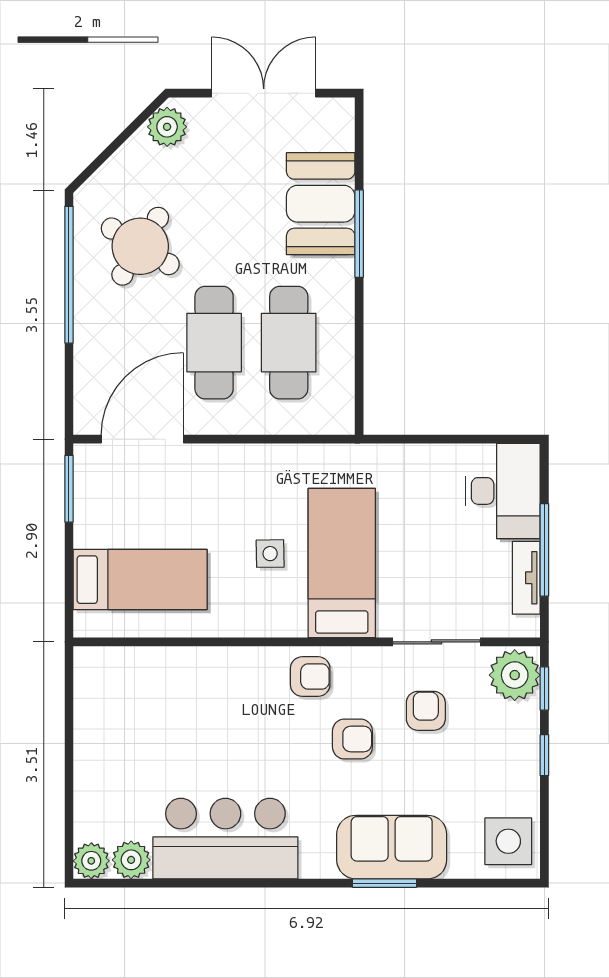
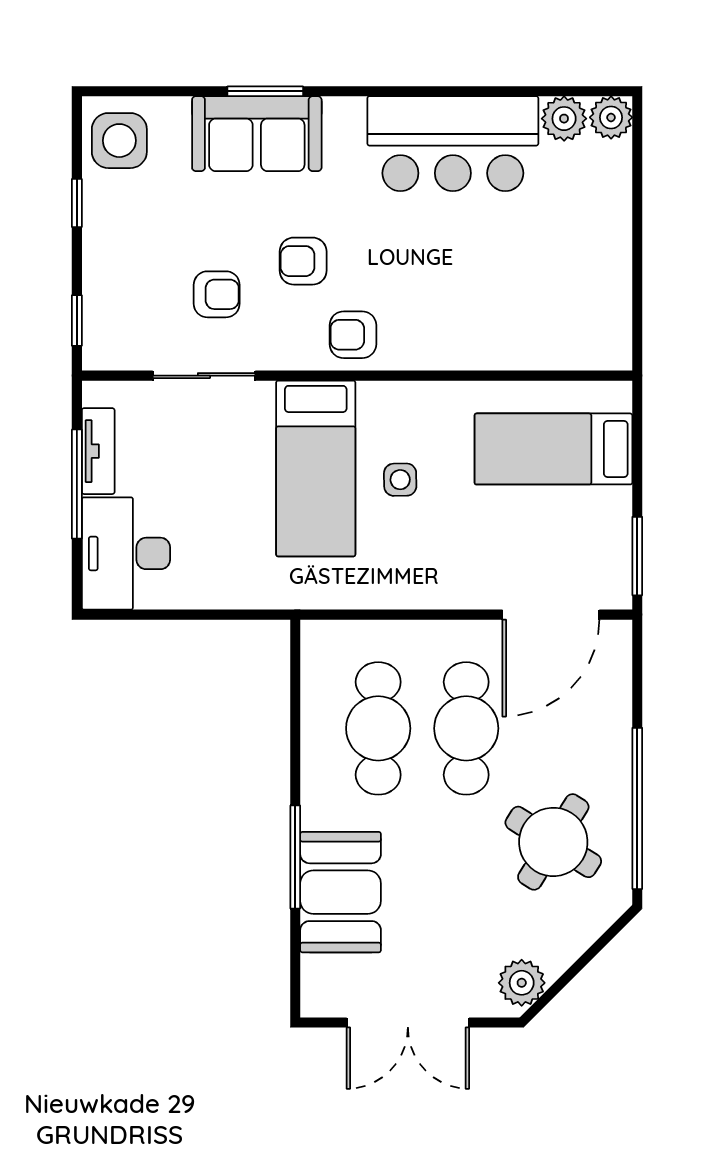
plant: (515, 675) -> (112, 336), removed
armchair: (426, 711) -> (217, 294), turned -90
window: (544, 755) -> (77, 203), moved

